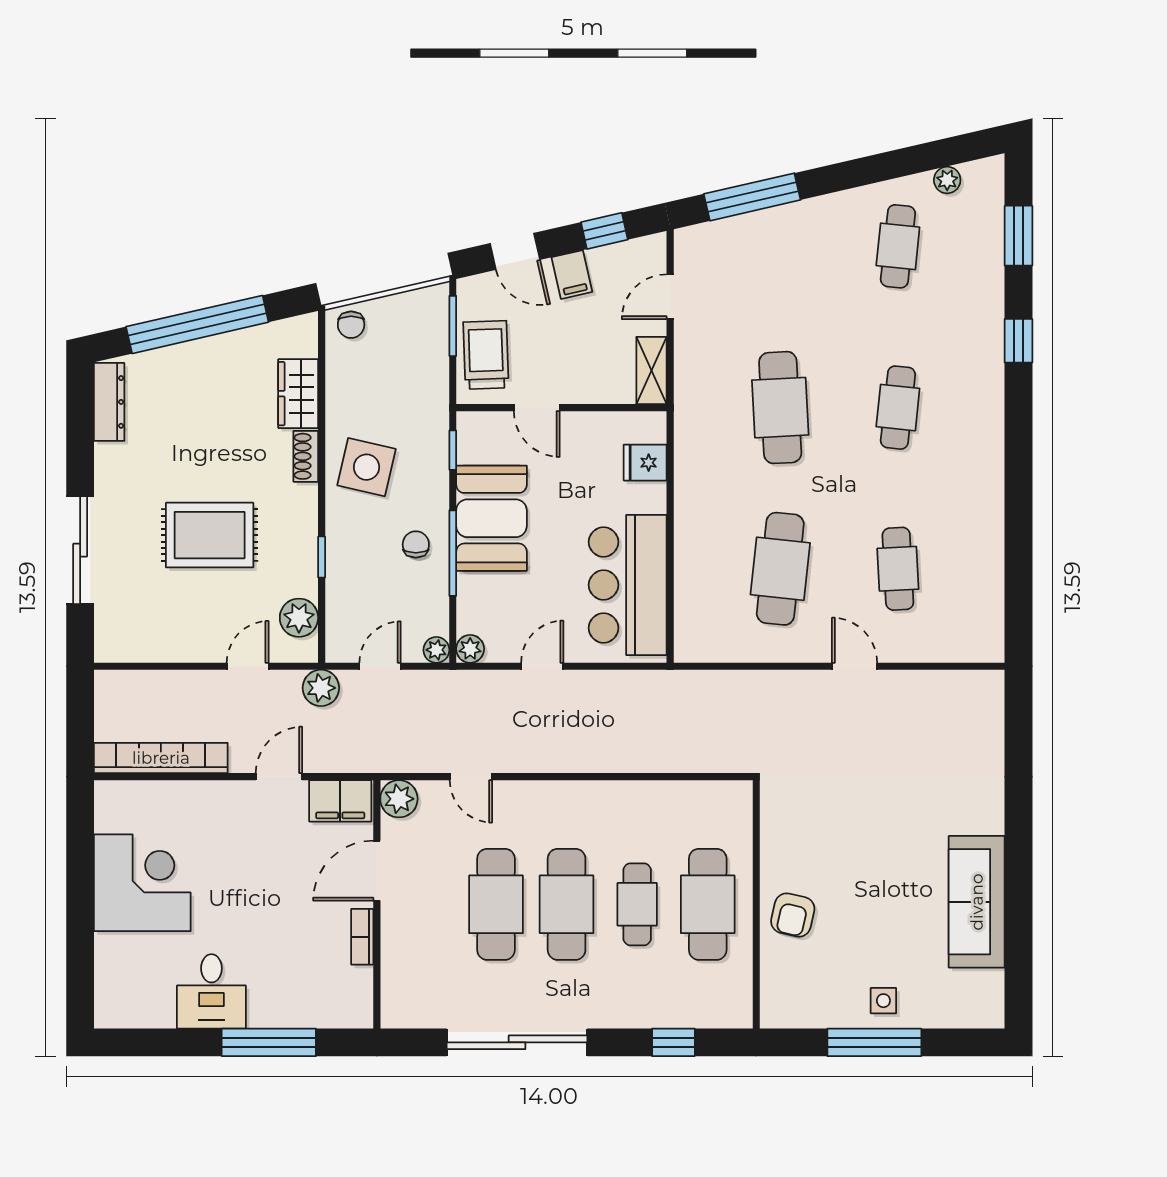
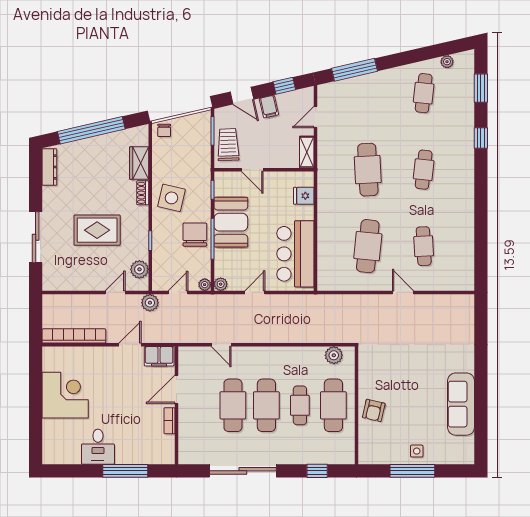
chair: (416, 544) -> (195, 235), width x1.87, depth x1.87
plant: (399, 799) -> (334, 355), moved

